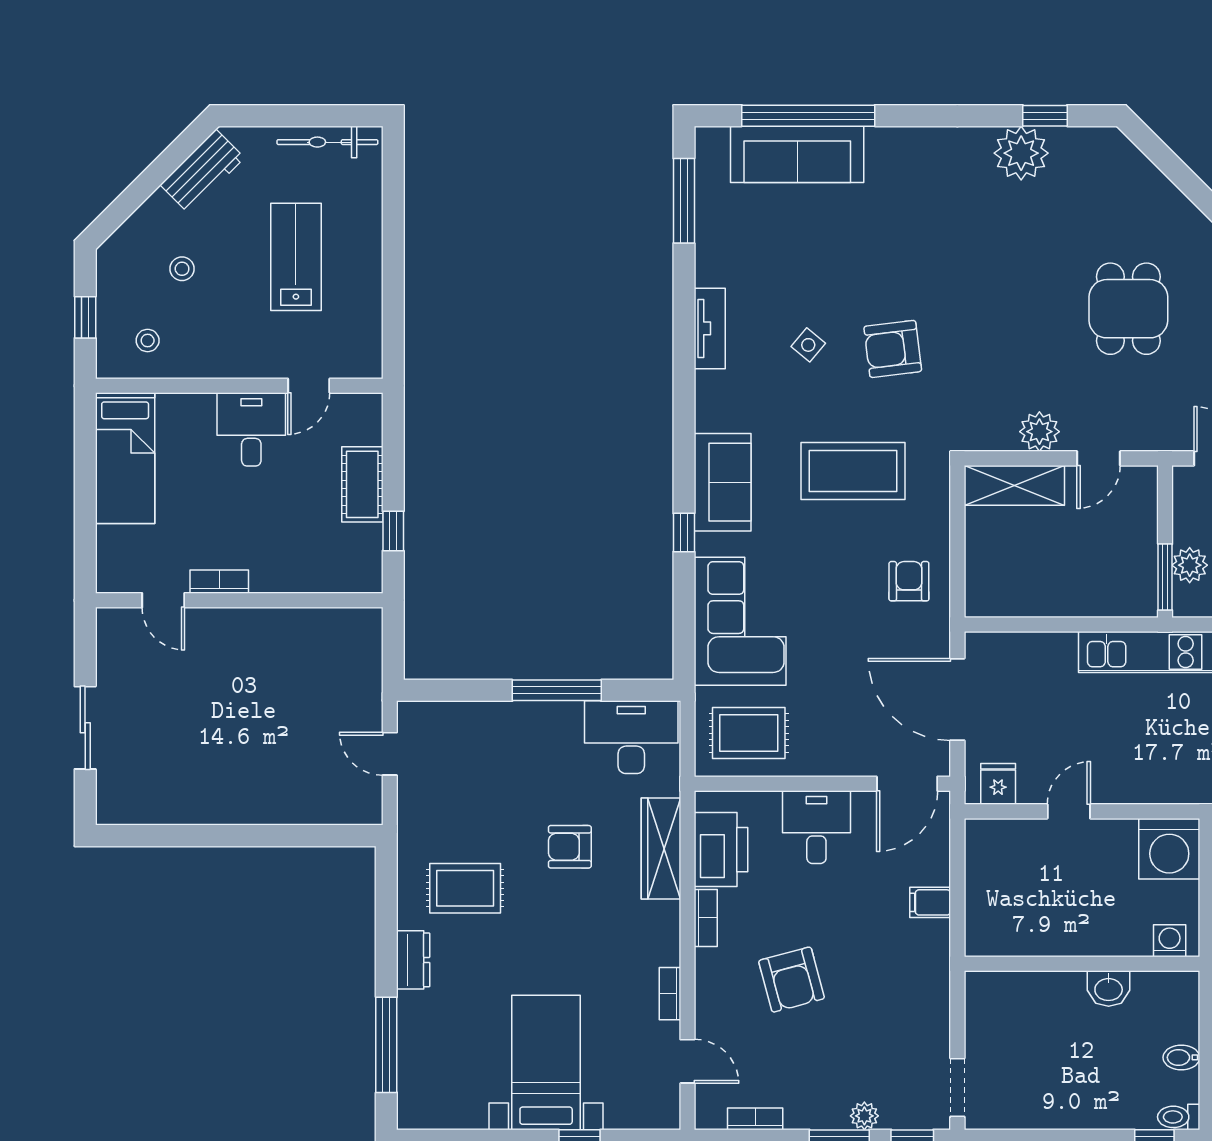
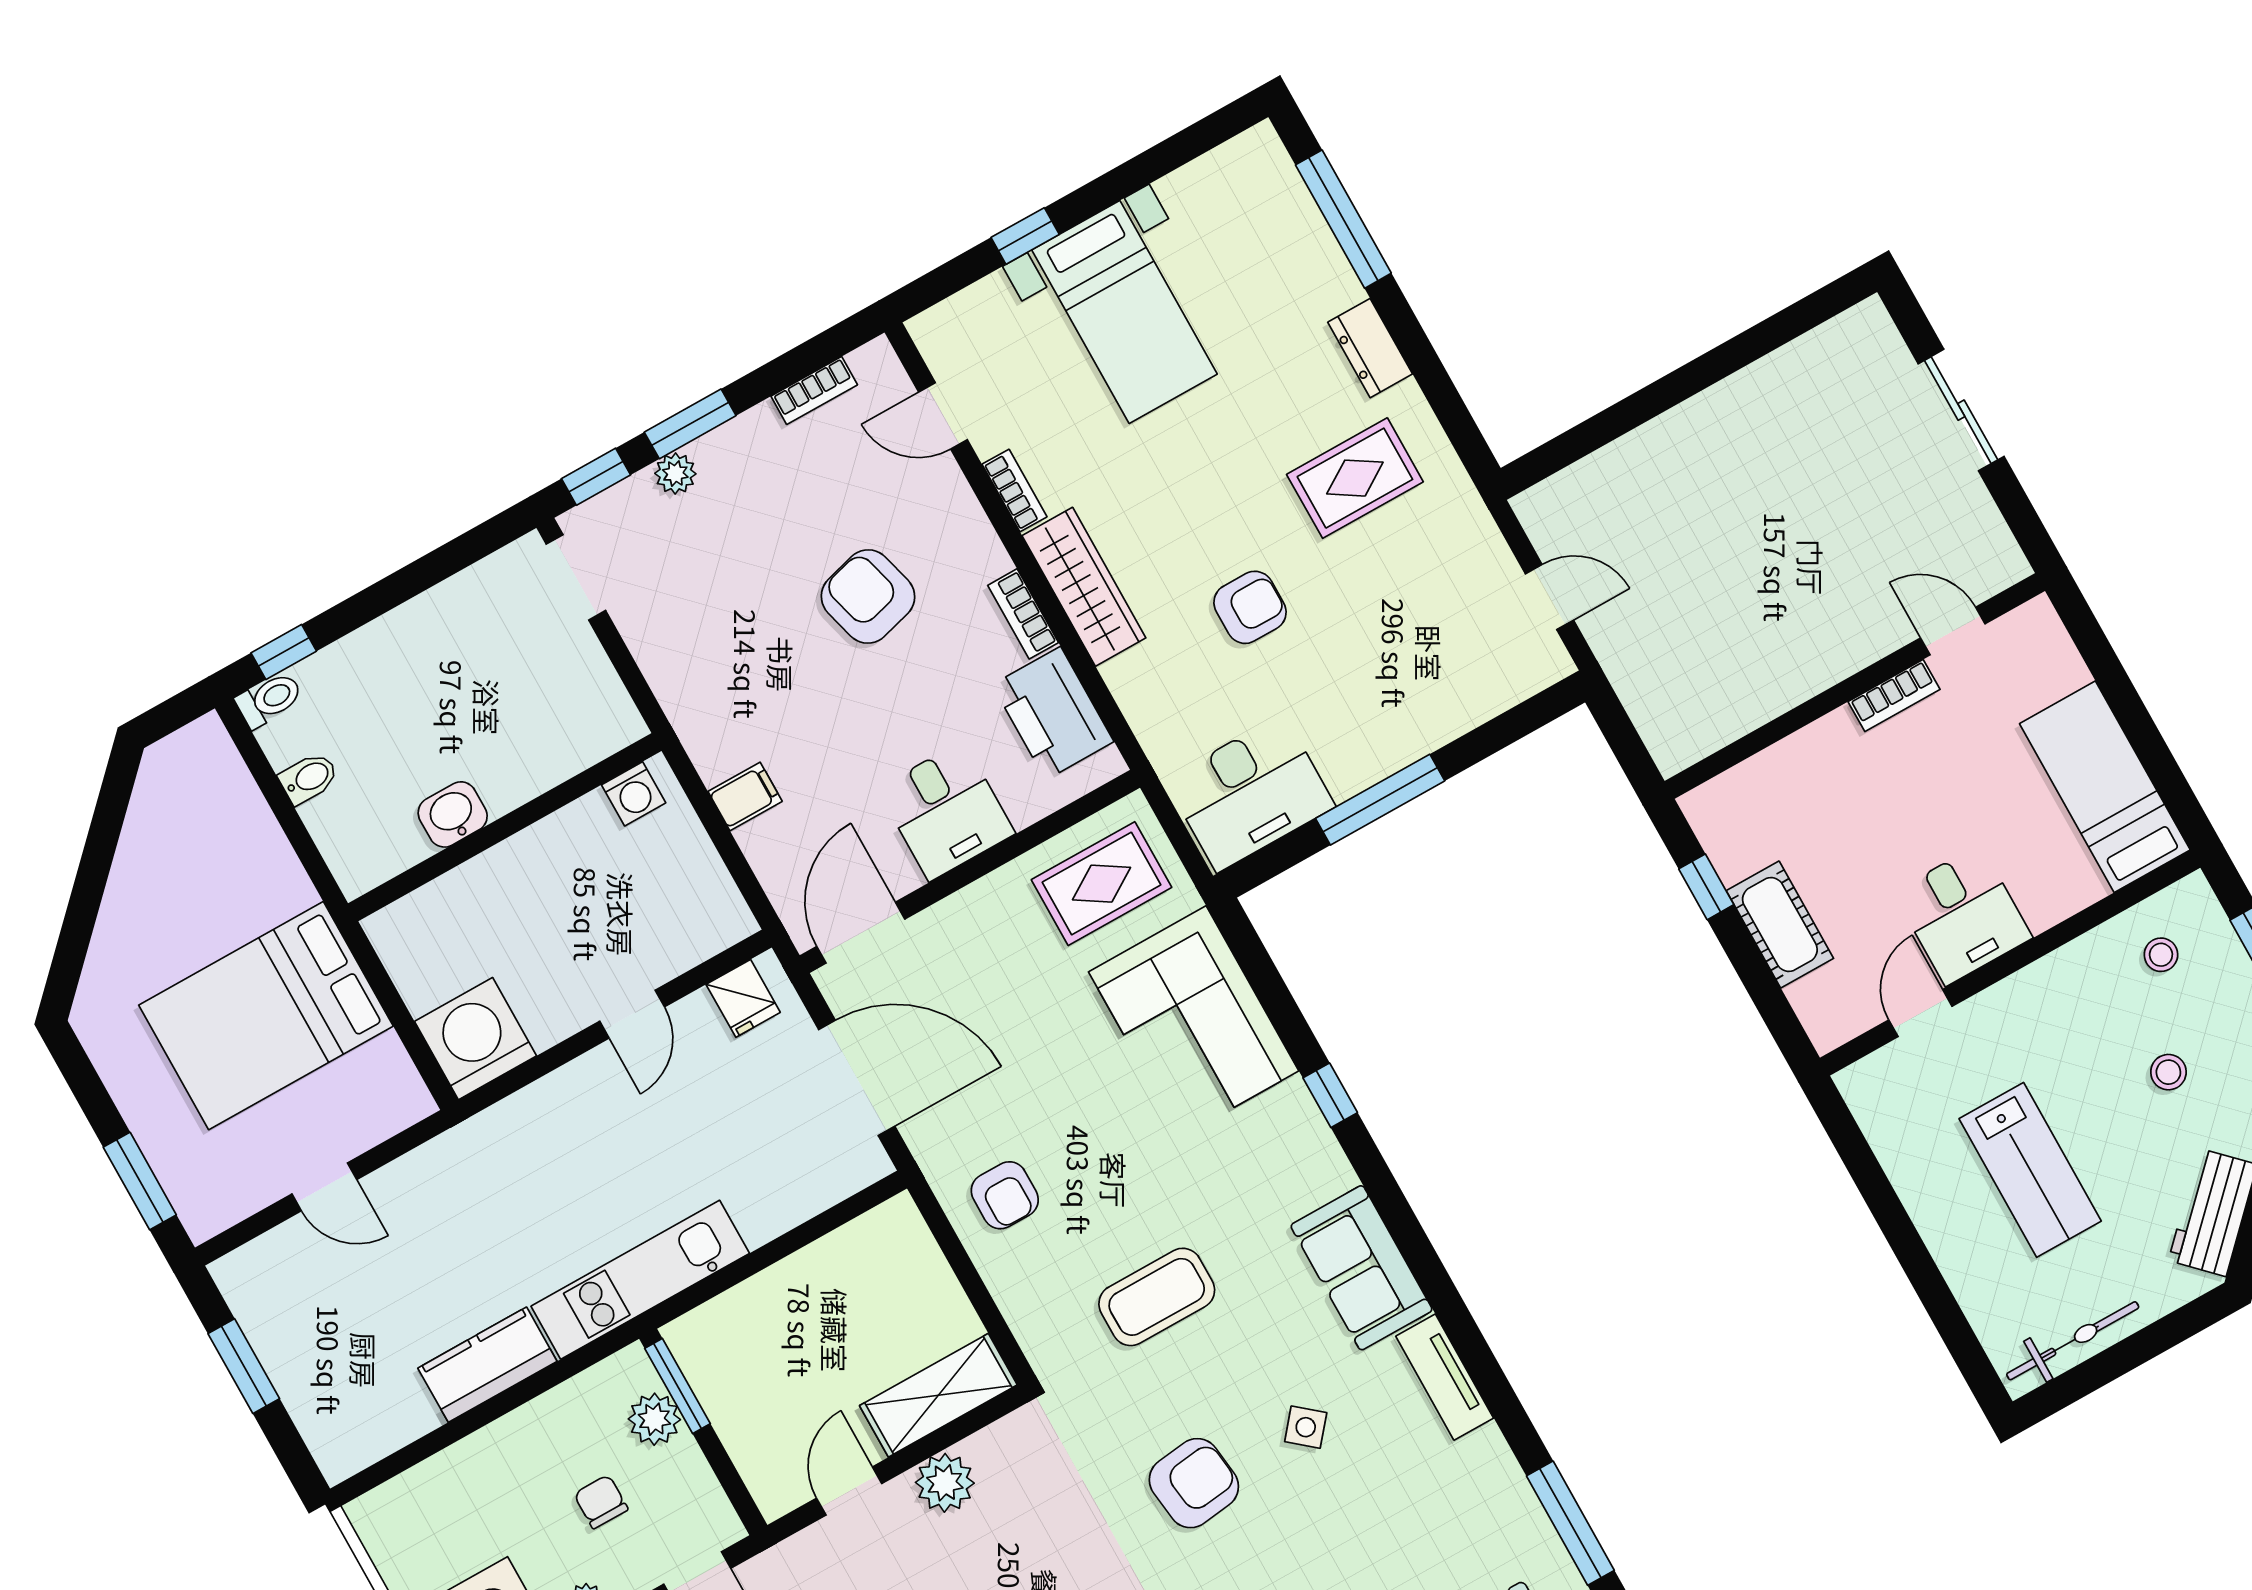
coffee table: (853, 471) -> (1157, 1297), width x0.73, depth x0.76
sofa: (723, 482) -> (1362, 1268), moved
wardrobe: (661, 849) -> (1084, 587), moved
washing machine: (1170, 941) -> (634, 794), moved

